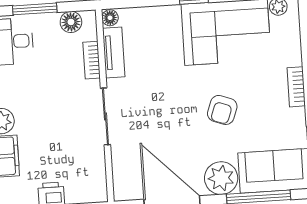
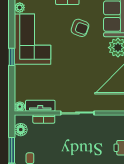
armchair: (222, 110) -> (80, 28), moved

